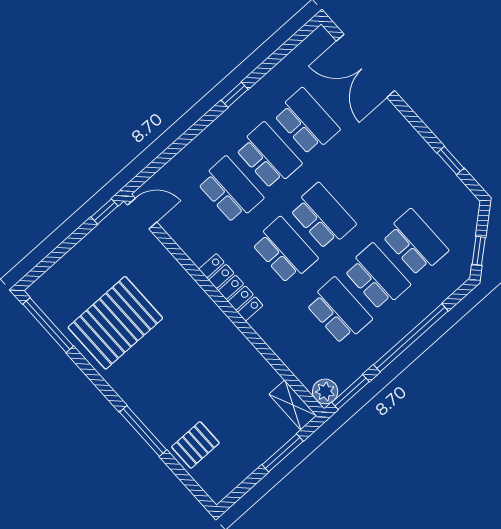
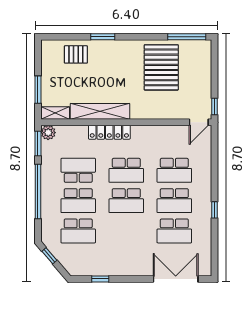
locker: (231, 287) -> (109, 132), moved
school desk: (339, 311) -> (78, 170), turned 180
shelving: (240, 350) -> (100, 111), added
window: (143, 431) -> (103, 37), width x0.69
pallet: (195, 445) -> (76, 54), turned 90

